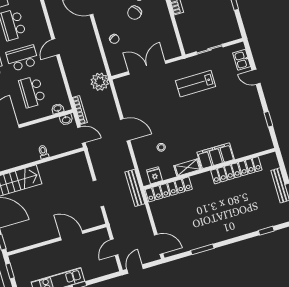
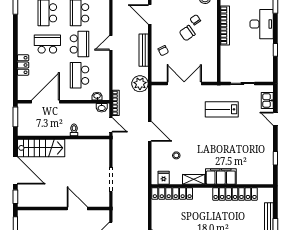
school desk: (22, 58) -> (79, 44), turned 90
bench: (135, 188) -> (144, 50), moved

